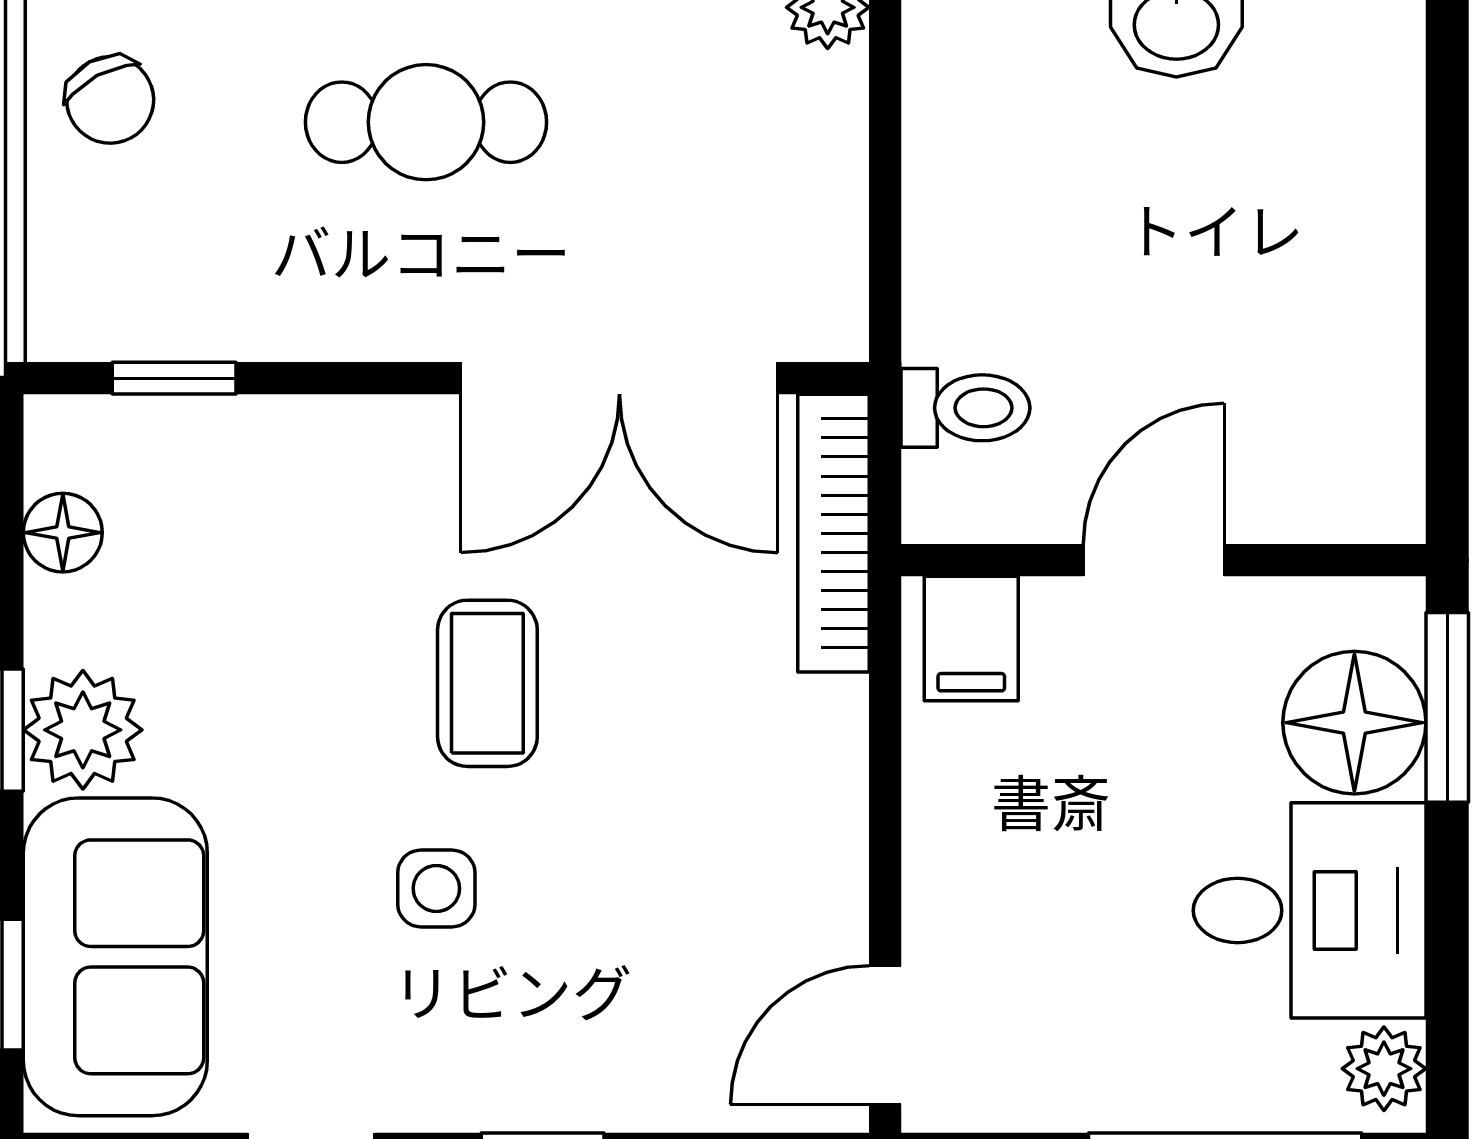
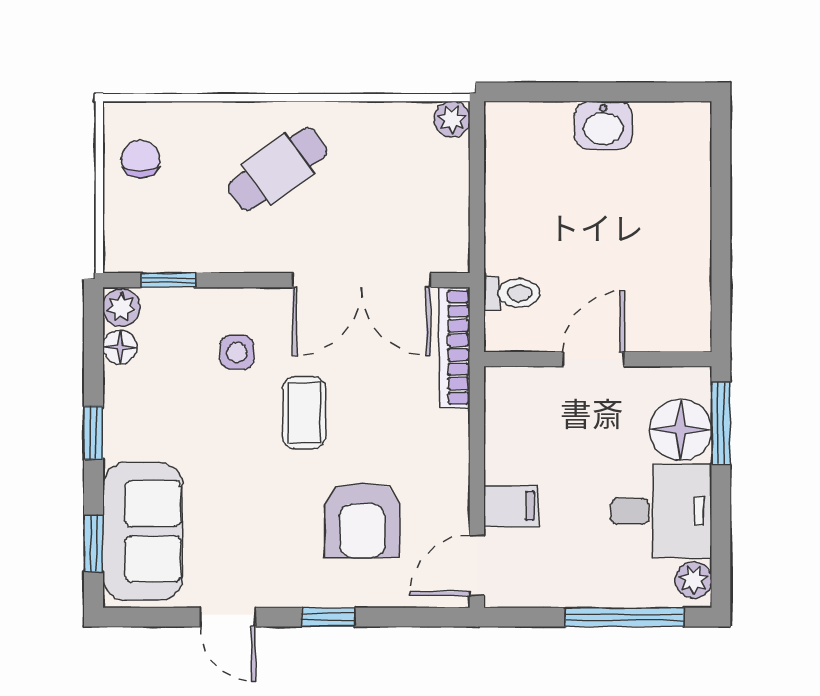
chair: (110, 100) -> (140, 159), turned -152
cafe table: (426, 122) -> (278, 169), turned -36
filing cabinet: (971, 639) -> (511, 506), moved, turned -90
plant: (83, 730) -> (122, 308), moved, width x0.73, depth x0.73
side table: (436, 888) -> (237, 352), moved
armchair: (621, 931) -> (362, 520), added

